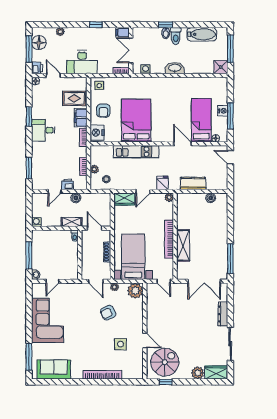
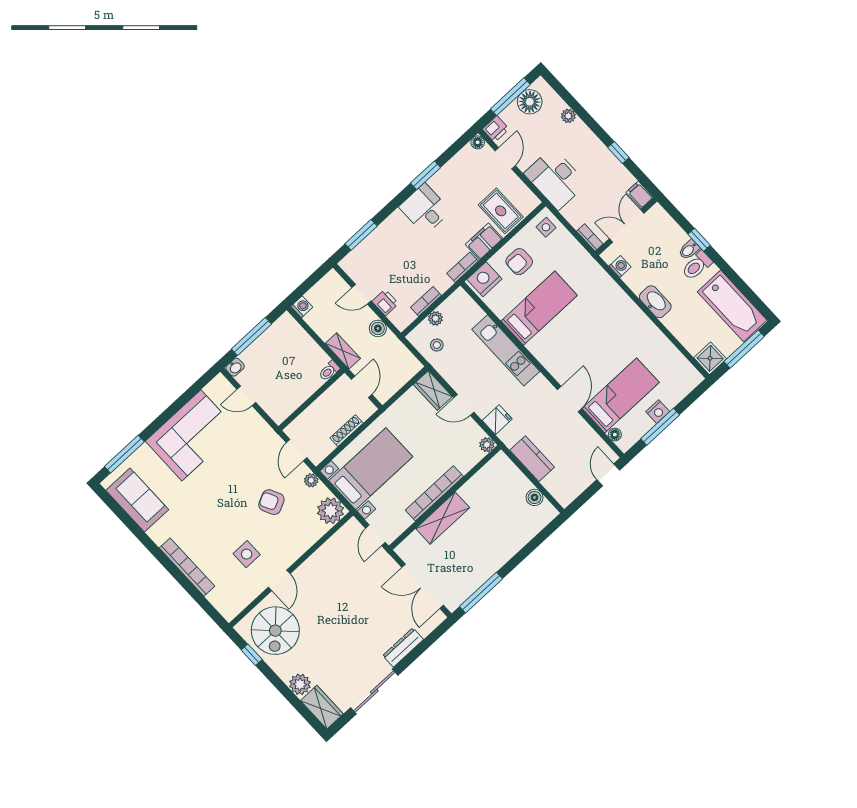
bathtub: (202, 34) -> (732, 306), width x1.36, depth x1.36
bed: (136, 121) -> (539, 308), width x0.67
spiral stairs: (165, 362) -> (275, 631), turned 90

